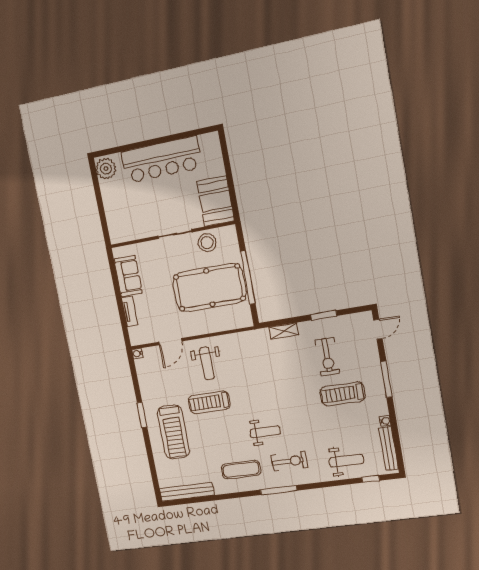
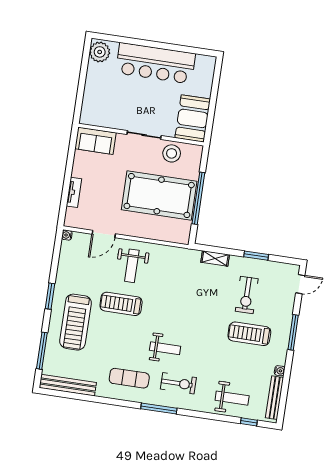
sofa: (128, 276) -> (95, 141), moved, turned 90
window: (152, 467) -> (42, 351), added

